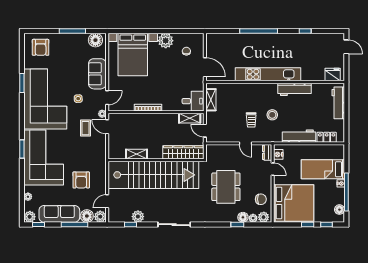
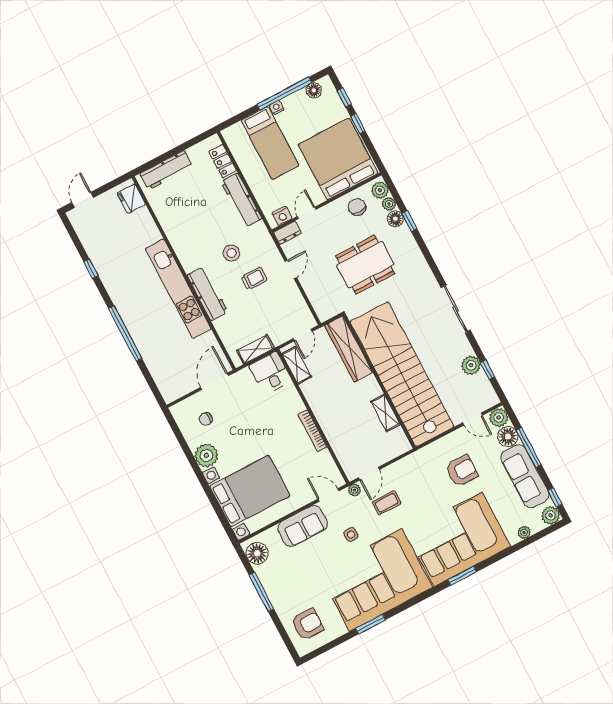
workbench: (294, 89) -> (208, 294), moved

